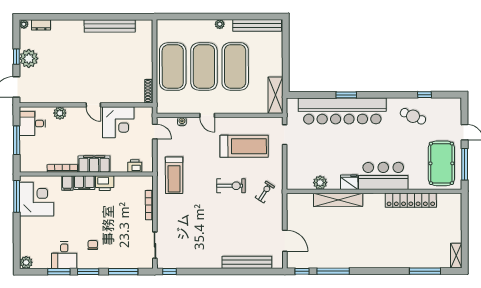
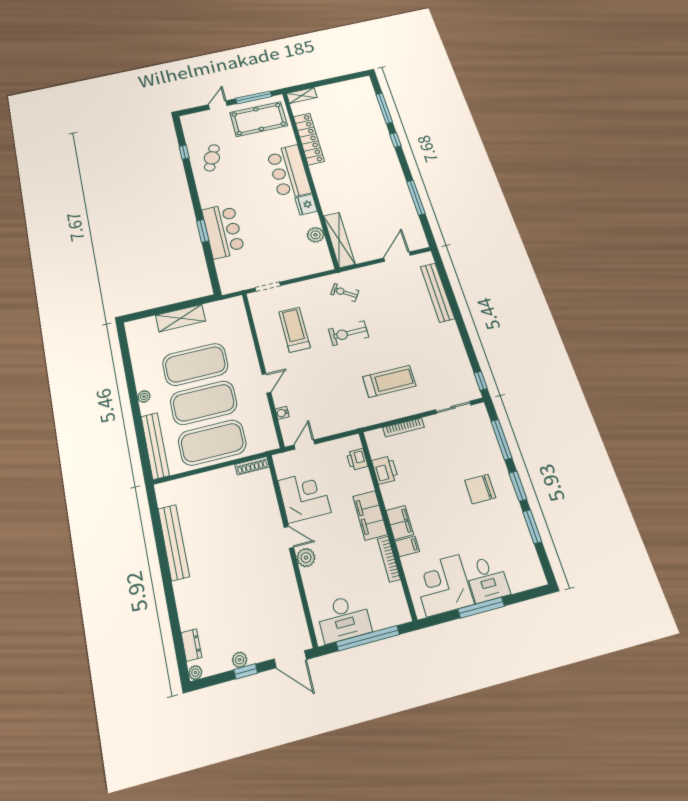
bench: (257, 25) -> (155, 446), moved
plant: (29, 59) -> (240, 660), width x0.53, depth x0.53
shelving: (275, 95) -> (181, 318), moved
door: (93, 105) -> (289, 537), hinge flipped
bar counter: (342, 111) -> (223, 231), width x0.54
plant: (60, 113) -> (306, 558), moved
desk: (32, 123) -> (344, 618), width x1.37
window: (17, 140) -> (368, 638), width x1.46
treadmill: (244, 146) -> (294, 330), width x0.73, depth x0.73
treadmill: (174, 175) -> (389, 381), moved
printer: (105, 183) -> (385, 470), moved
exercise bike: (231, 186) -> (349, 333), turned -90
window: (17, 196) -> (481, 608), moved
shelving: (338, 200) -> (339, 240), moved
chair: (93, 245) -> (480, 489), width x1.87, depth x1.87
desk: (64, 255) -> (487, 579), moved, turned 90
shelving: (456, 256) -> (302, 95), moved
plant: (26, 262) -> (536, 577), removed
window: (302, 271) -> (395, 140), moved

